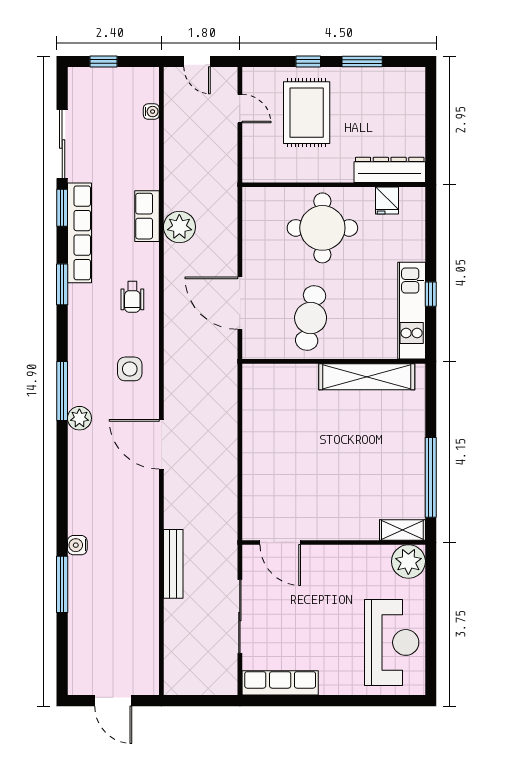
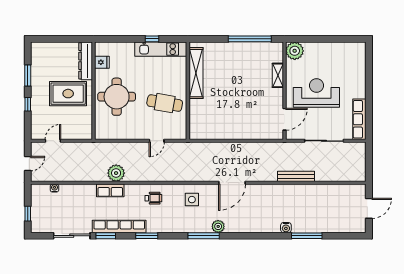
rug: (307, 113) -> (68, 94), moved
door: (240, 303) -> (157, 141), width x0.53
shelving: (402, 530) -> (278, 75), moved
reception desk: (392, 642) -> (316, 93), moved

